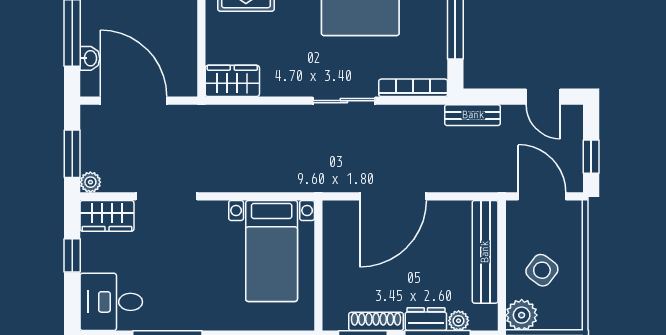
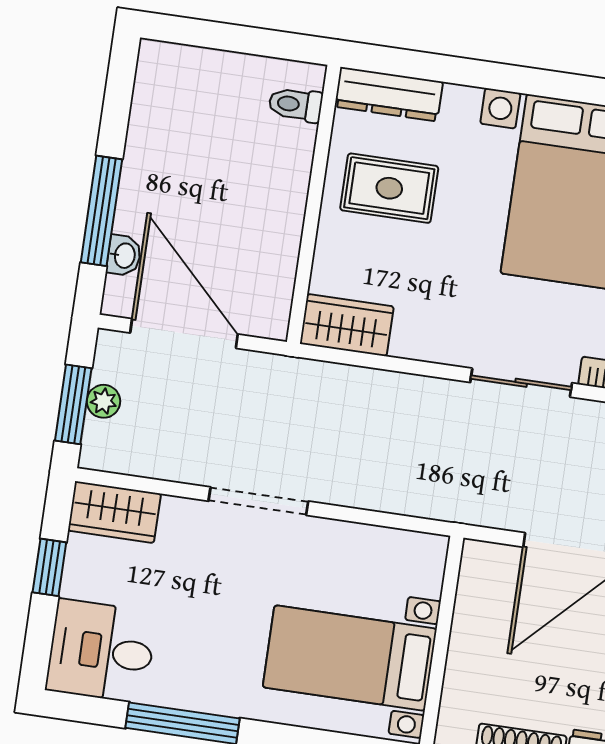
plant: (90, 182) -> (104, 401), moved
doorway: (167, 196) -> (258, 501), moved
bed with nightstands: (272, 251) -> (350, 658), moved, turned 90

